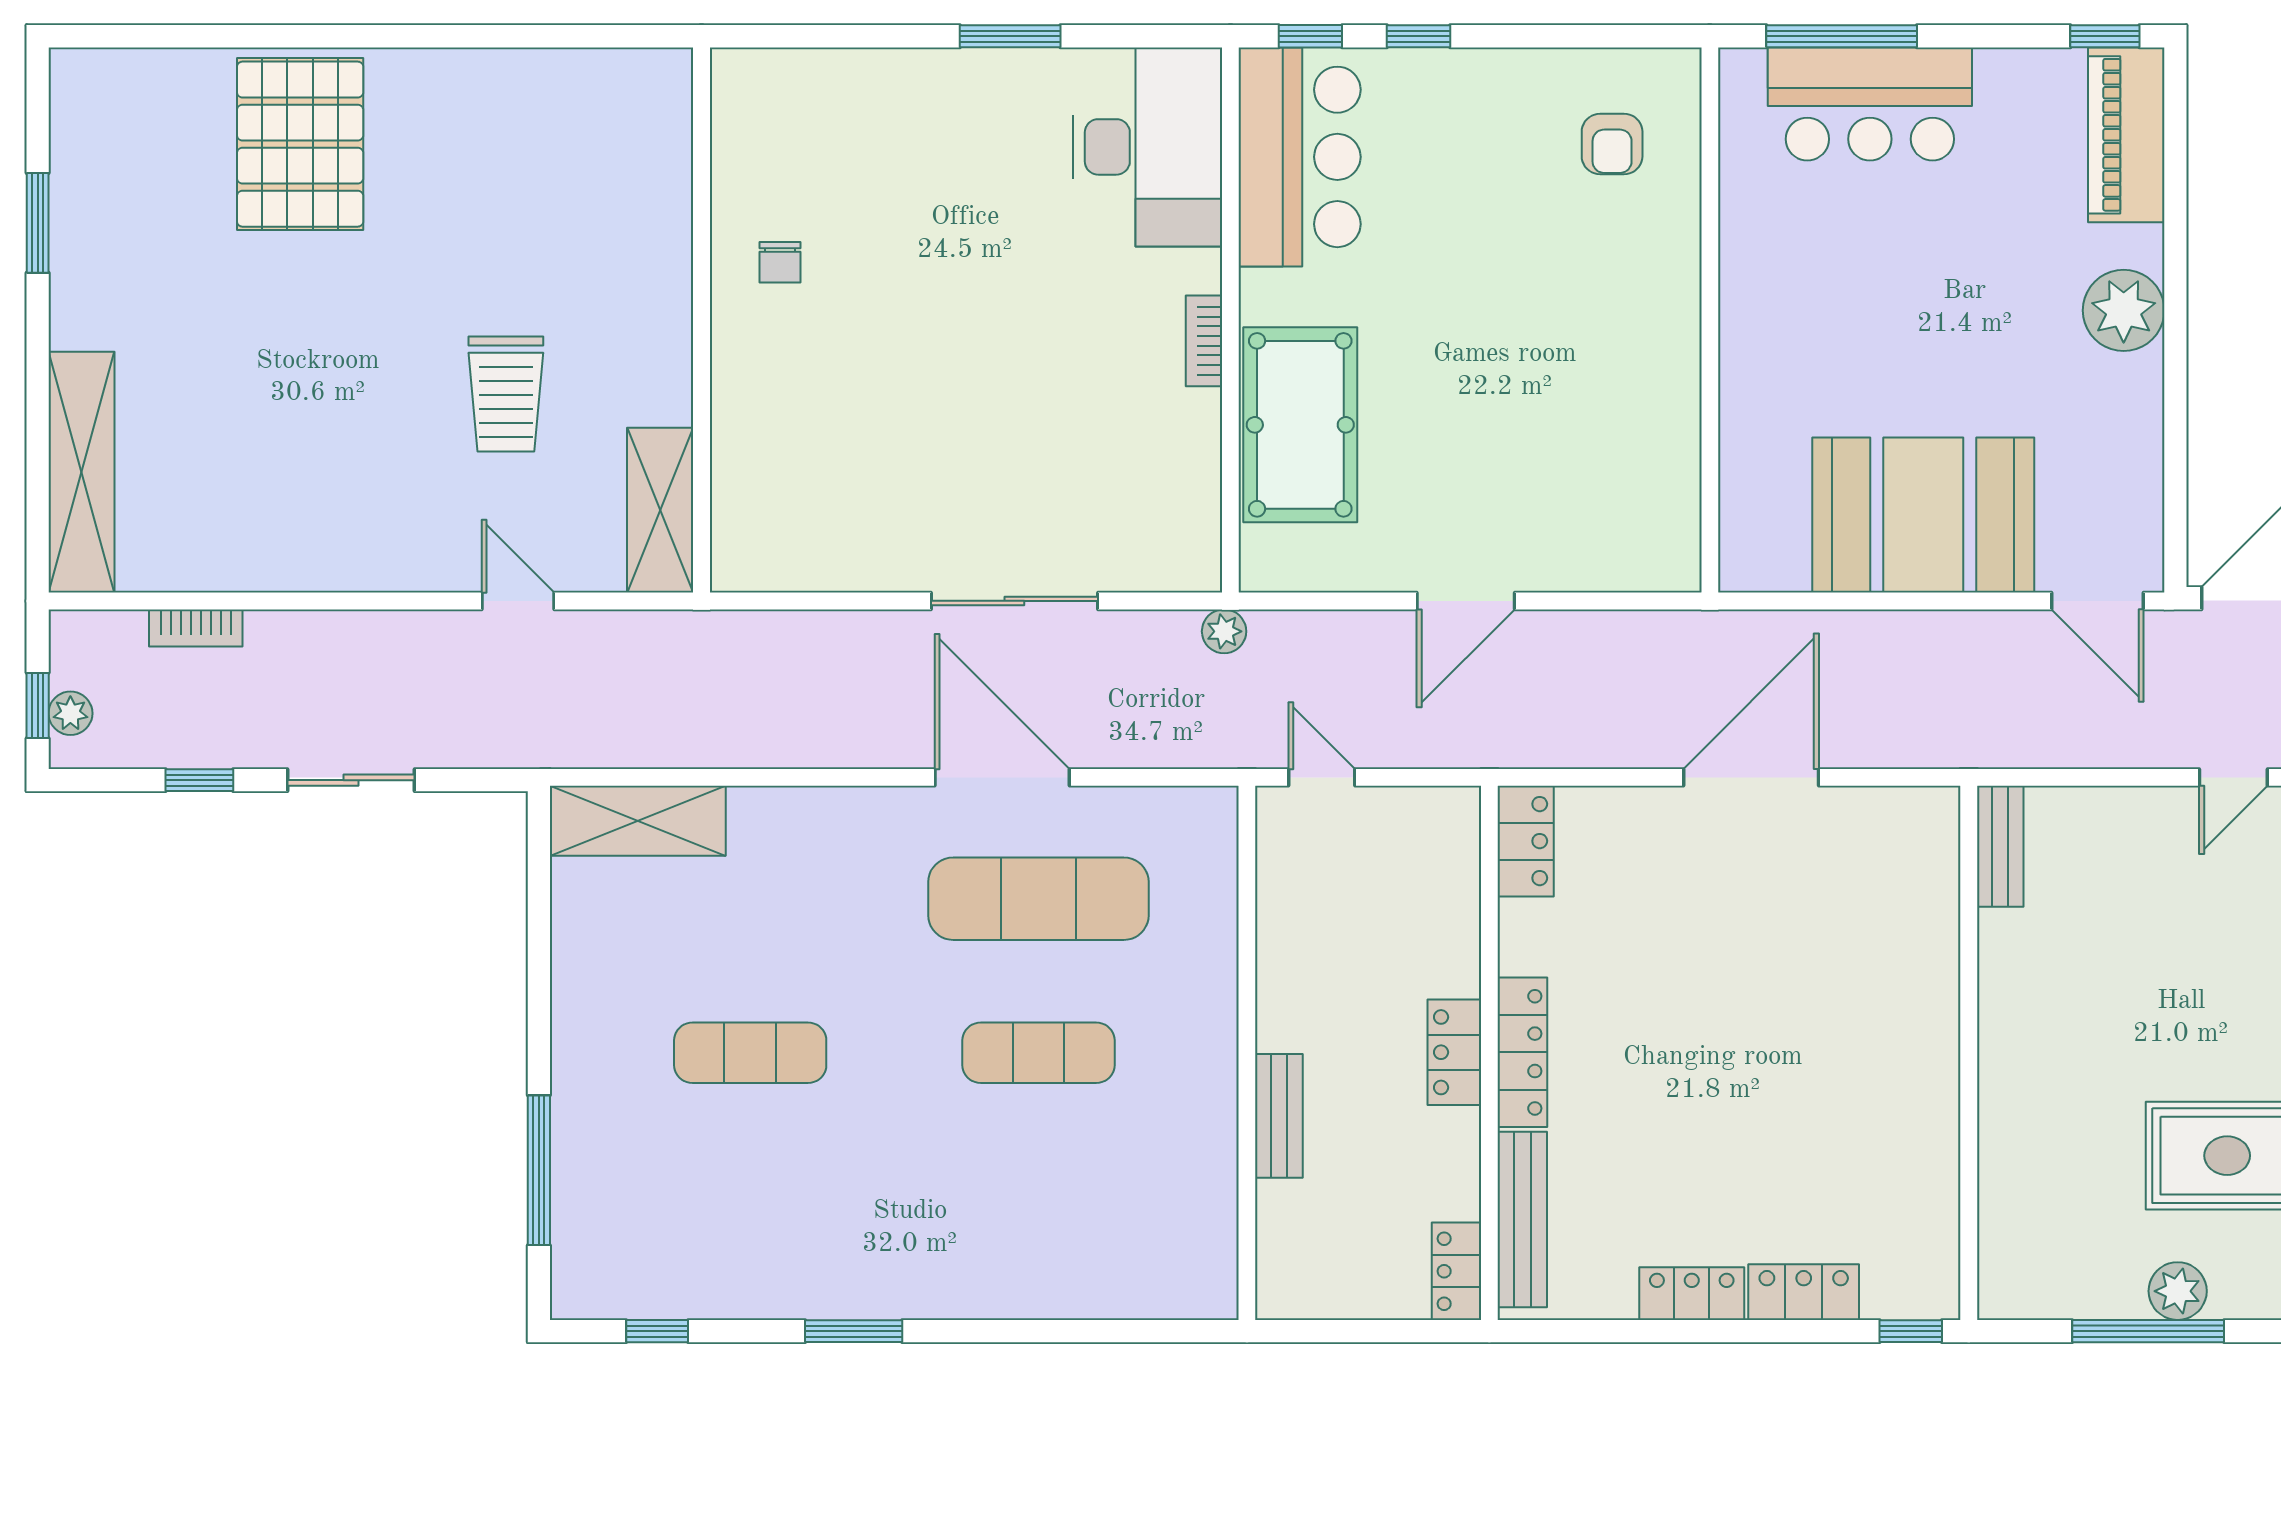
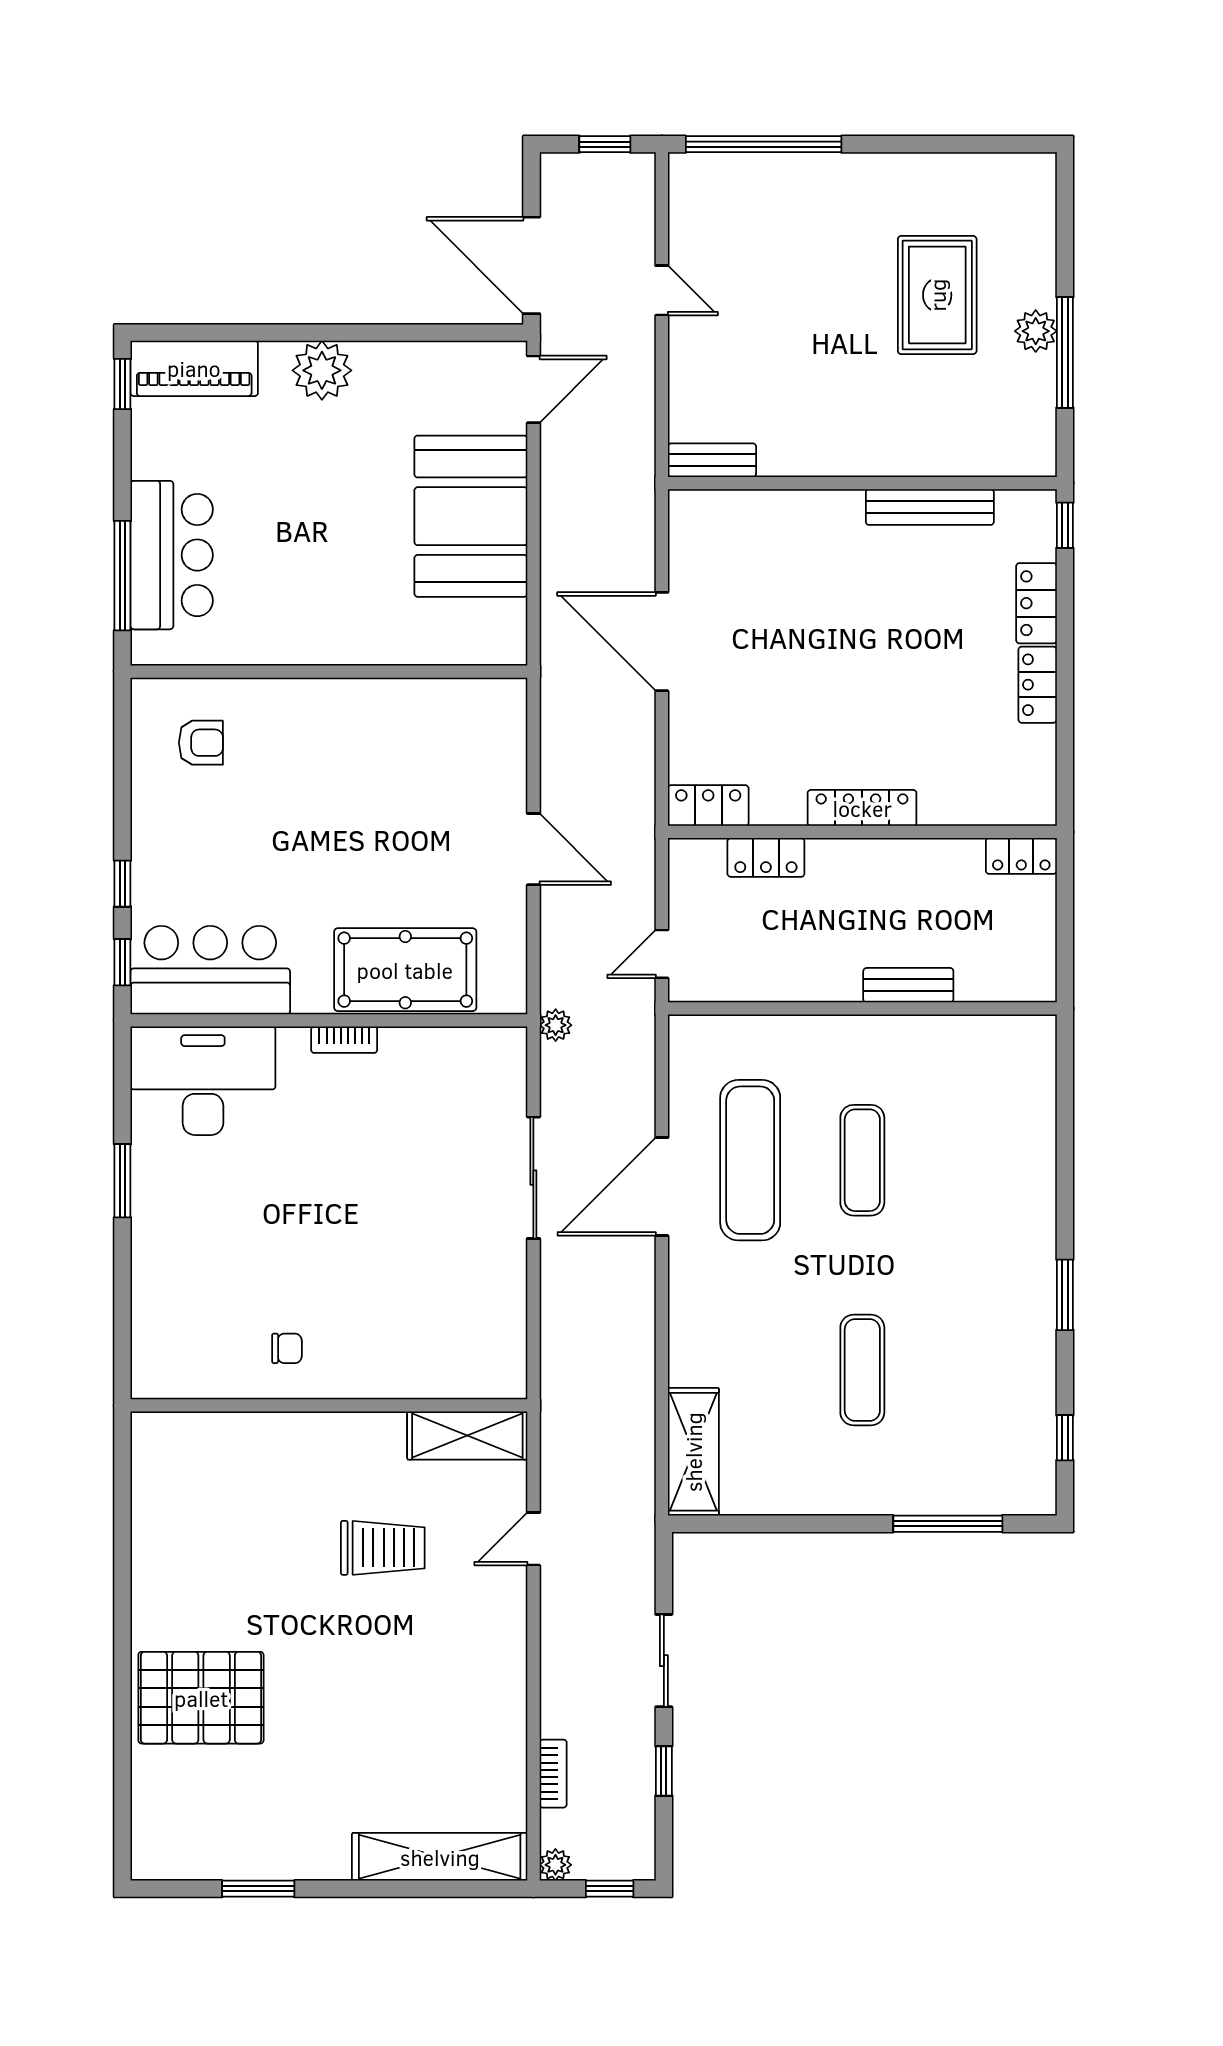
plant: (70, 713) -> (555, 1865), moved
locker: (1454, 1052) -> (766, 857), moved
bench: (1522, 1220) -> (930, 507), moved

